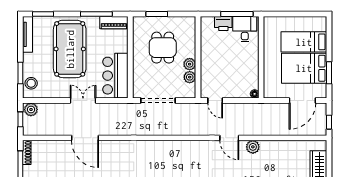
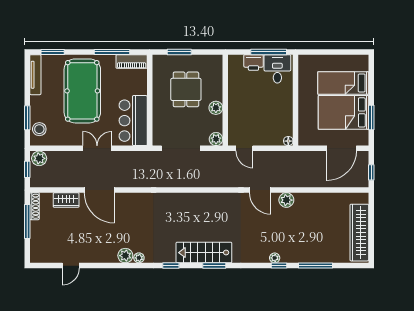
plant: (190, 77) -> (216, 139), moved
wardrobe: (55, 147) -> (66, 200), added

